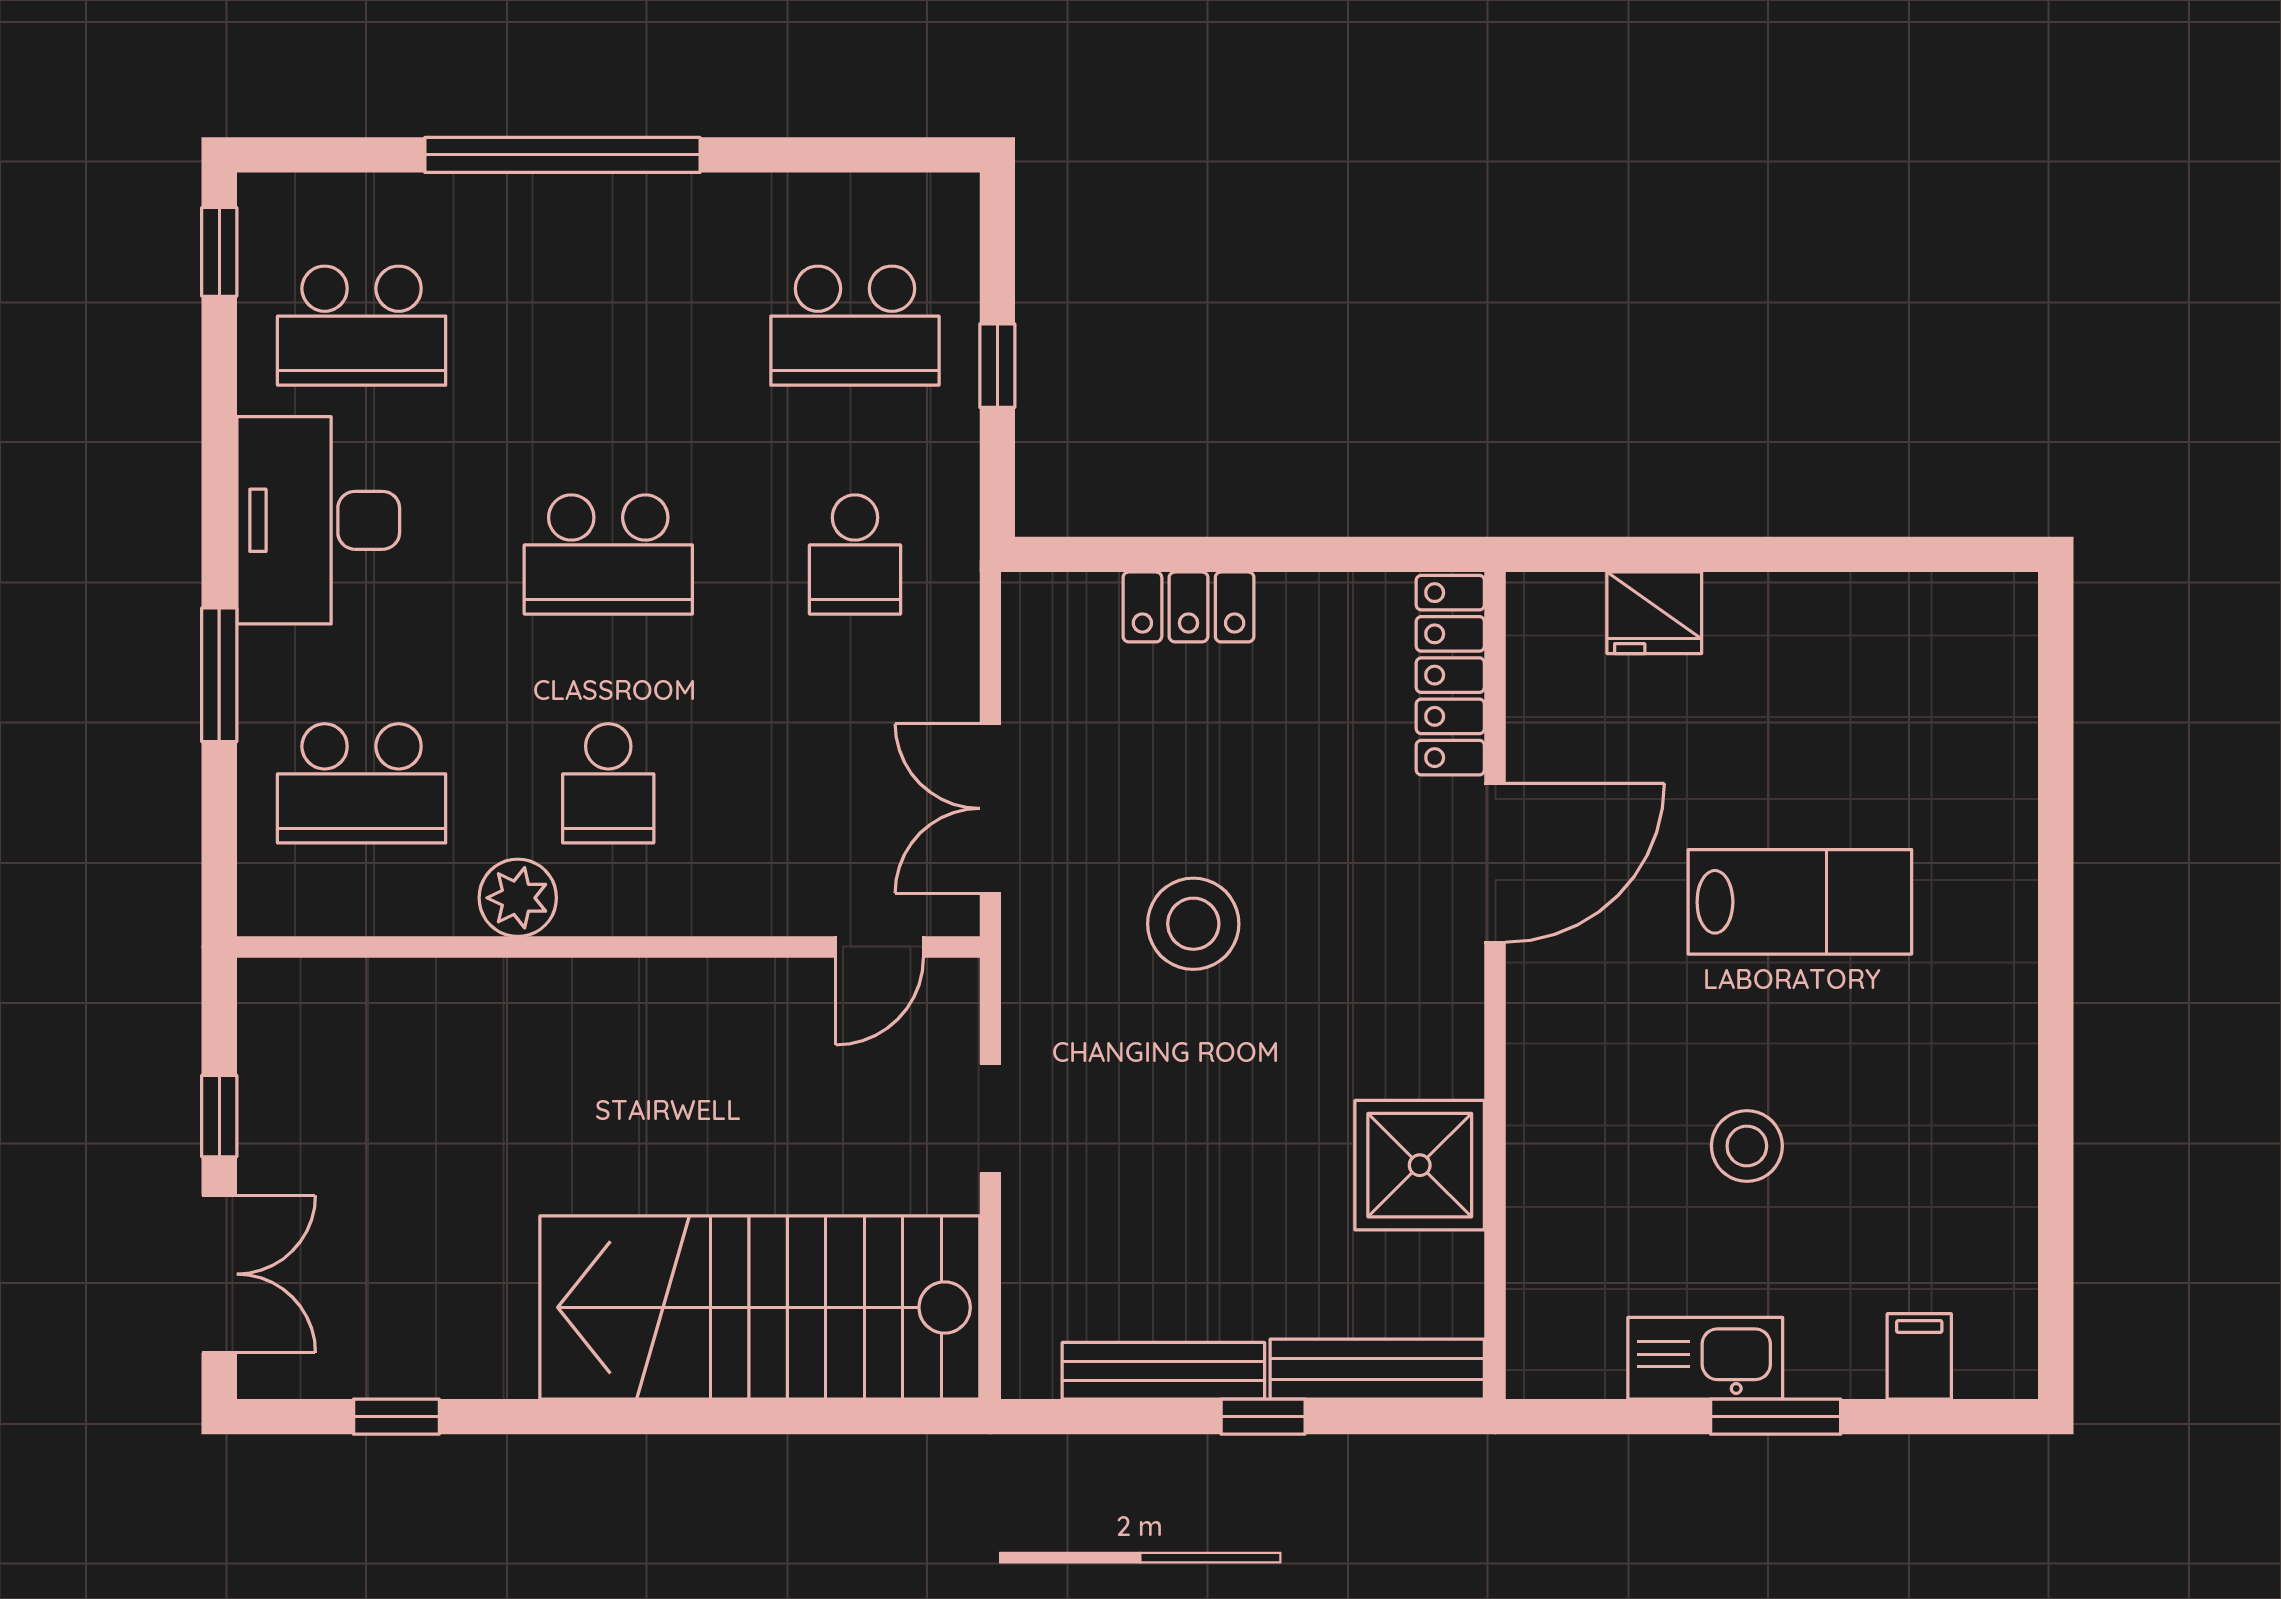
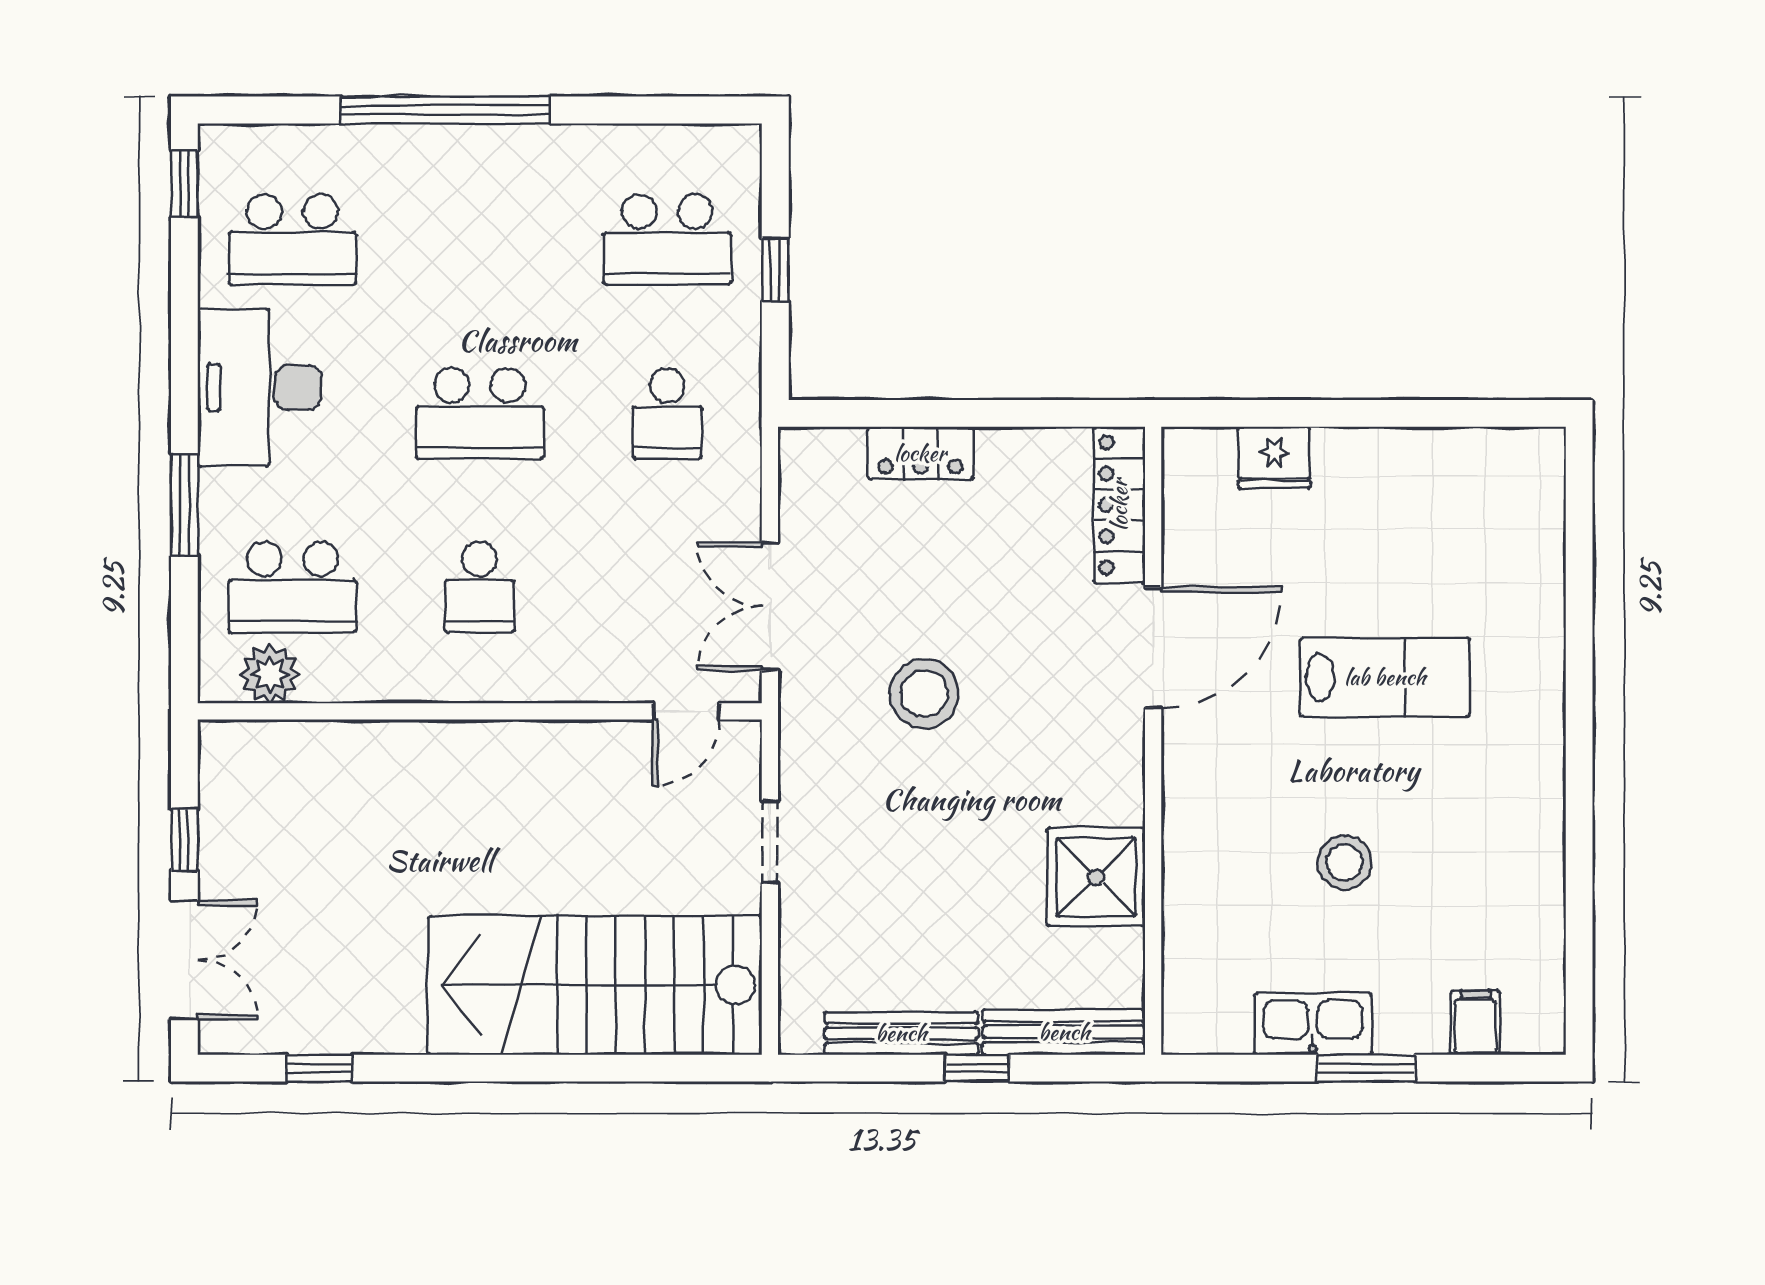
plant: (518, 898) -> (270, 674), moved

